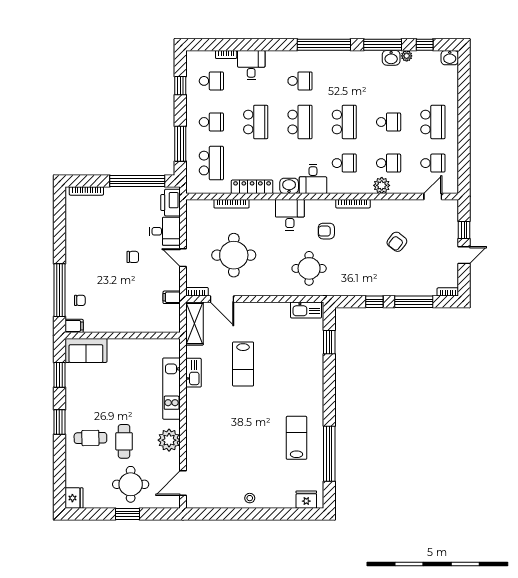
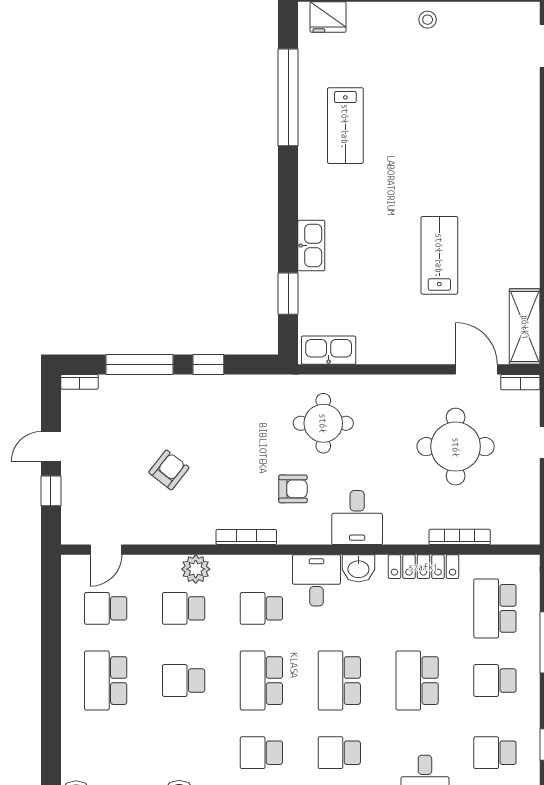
school desk: (344, 81) -> (261, 753), added
kitchen sink: (193, 373) -> (311, 246), moved, turned 180

